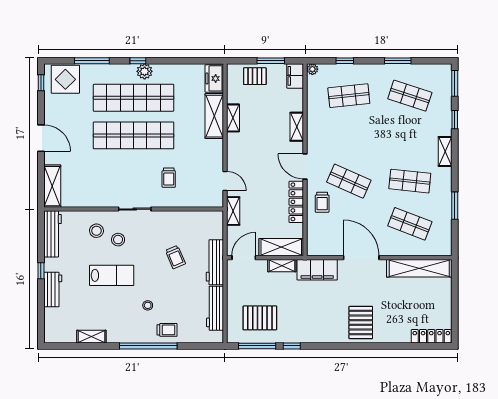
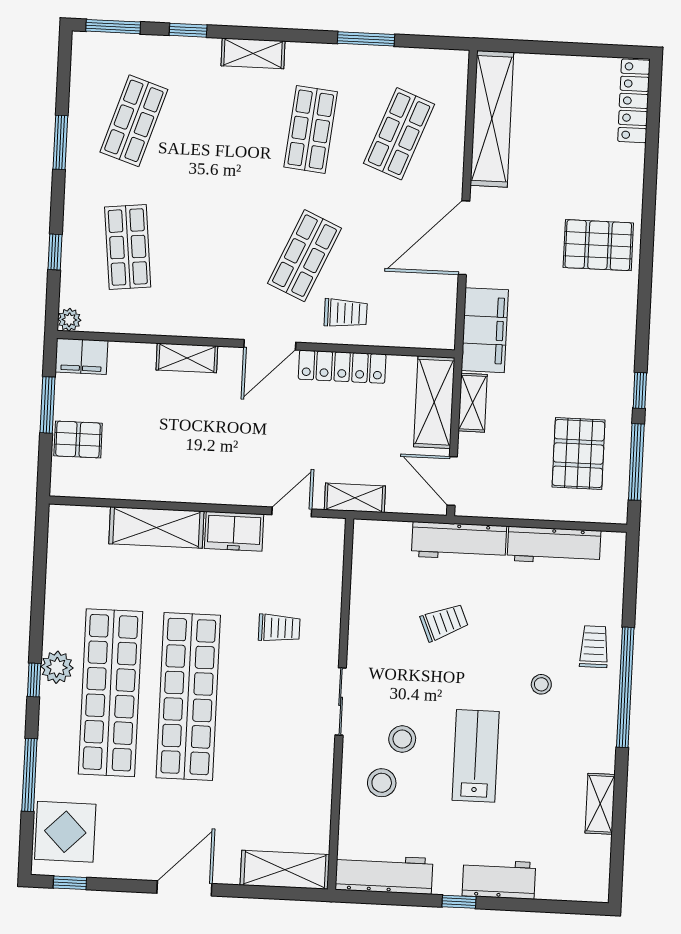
pallet: (255, 76) -> (78, 439), turned 90
freezer: (214, 78) -> (234, 531), moved
shelving: (233, 118) -> (162, 489), removed

